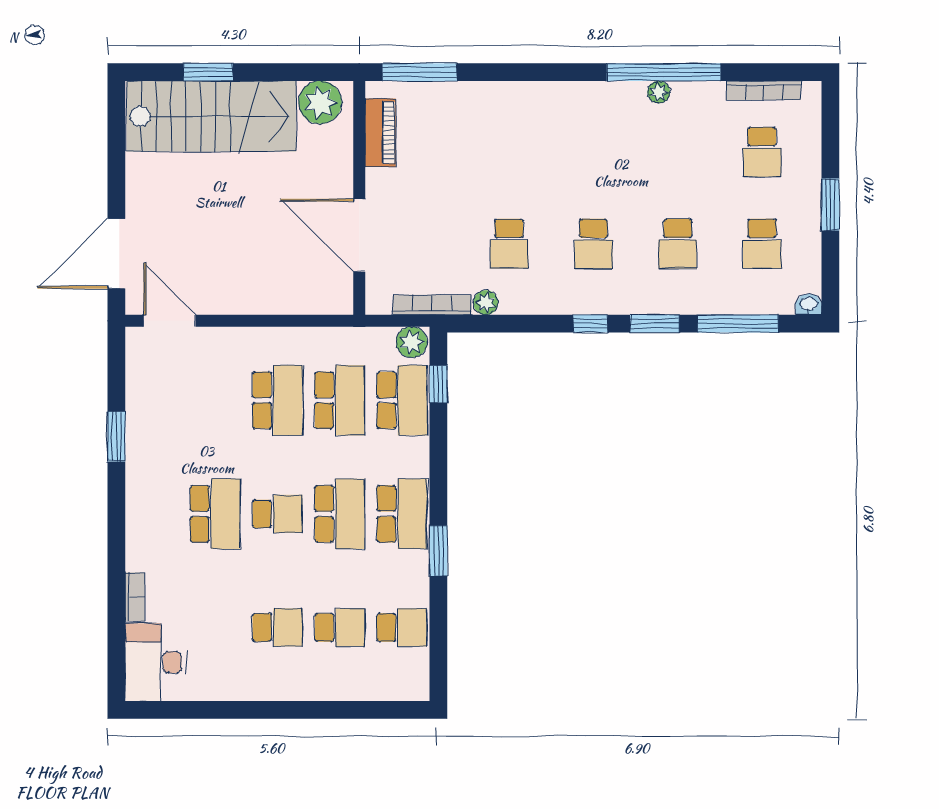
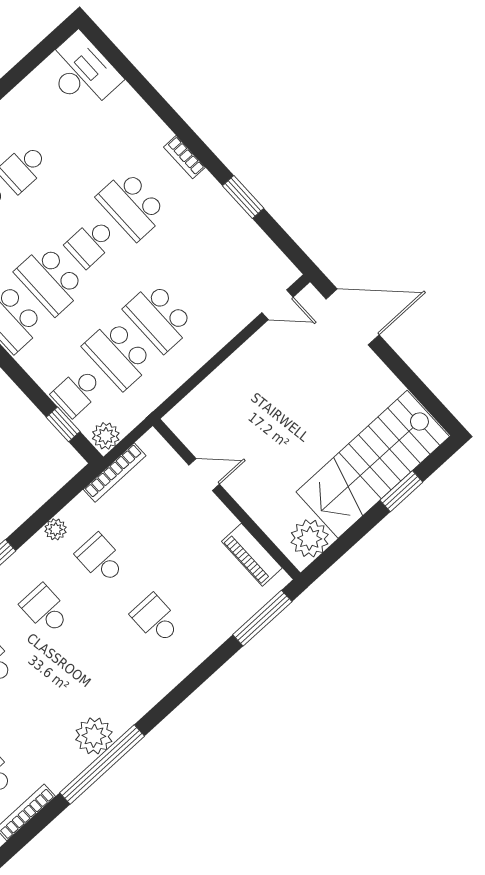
plant: (659, 92) -> (94, 736), width x1.88, depth x1.88
school desk: (509, 152) -> (156, 619), added
door: (359, 235) -> (204, 475), width x0.53
door: (116, 254) -> (353, 317), hinge flipped
plant: (486, 303) -> (56, 529), moved
door: (170, 321) -> (277, 305), width x0.73
school desk: (402, 400) -> (77, 392), width x0.54
bookcase: (135, 597) -> (184, 157), moved

